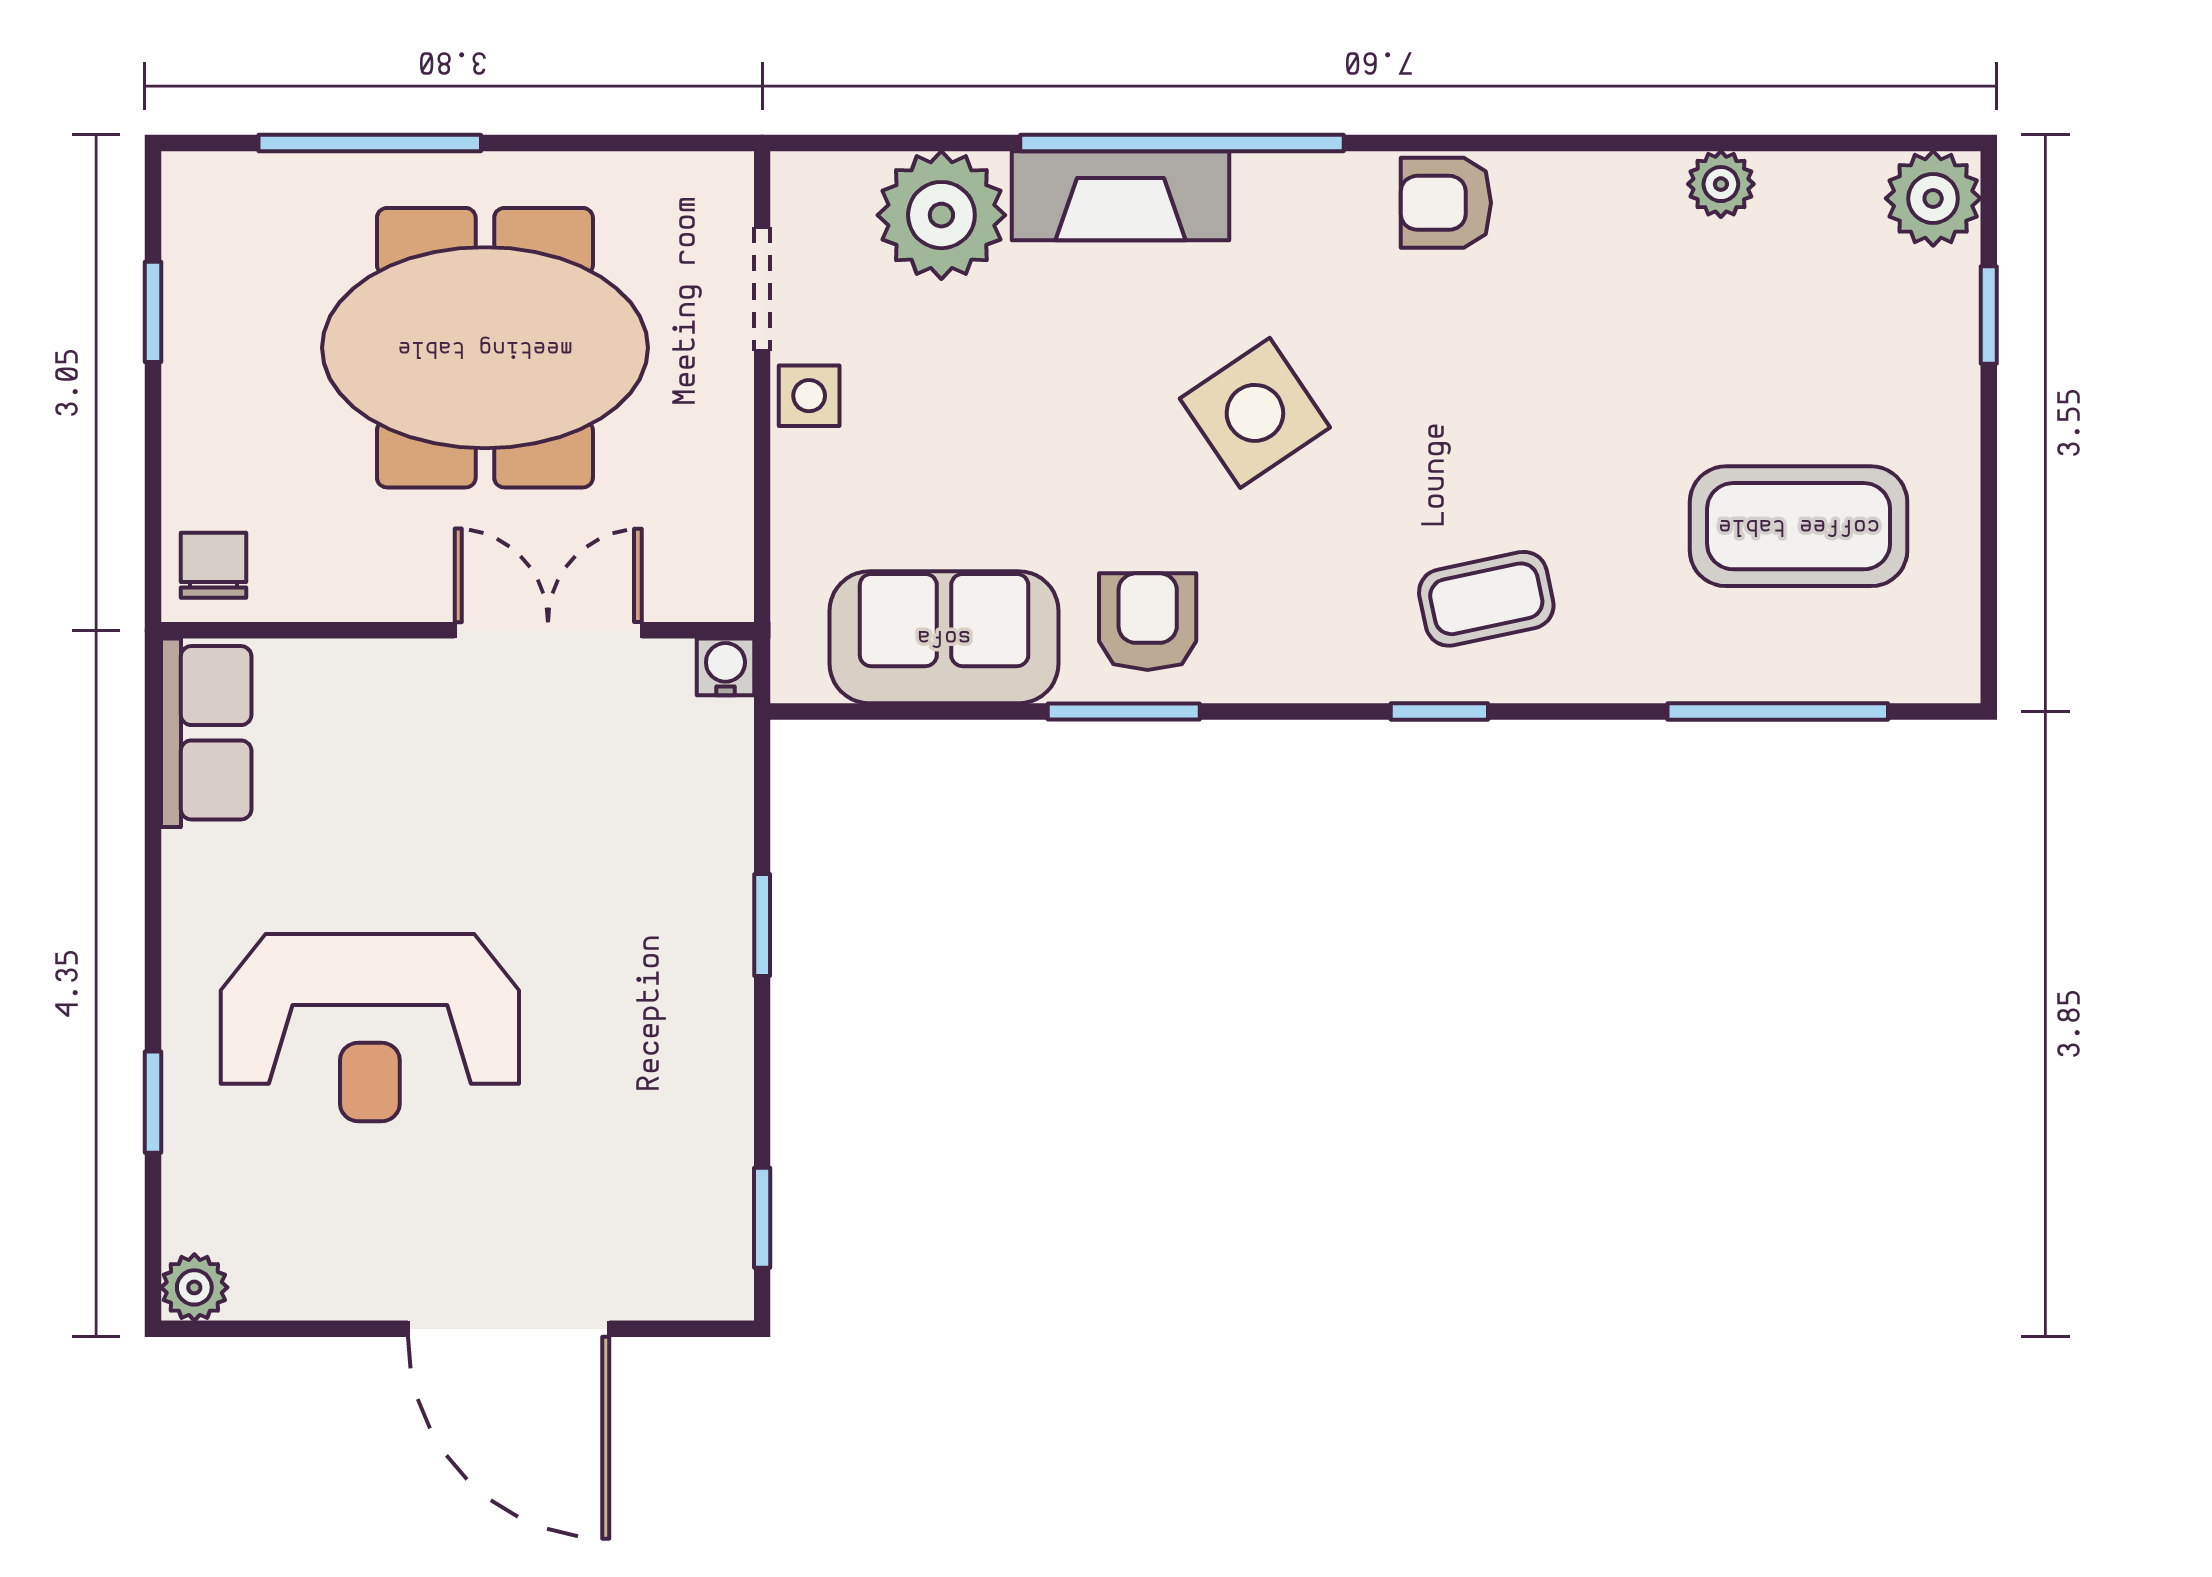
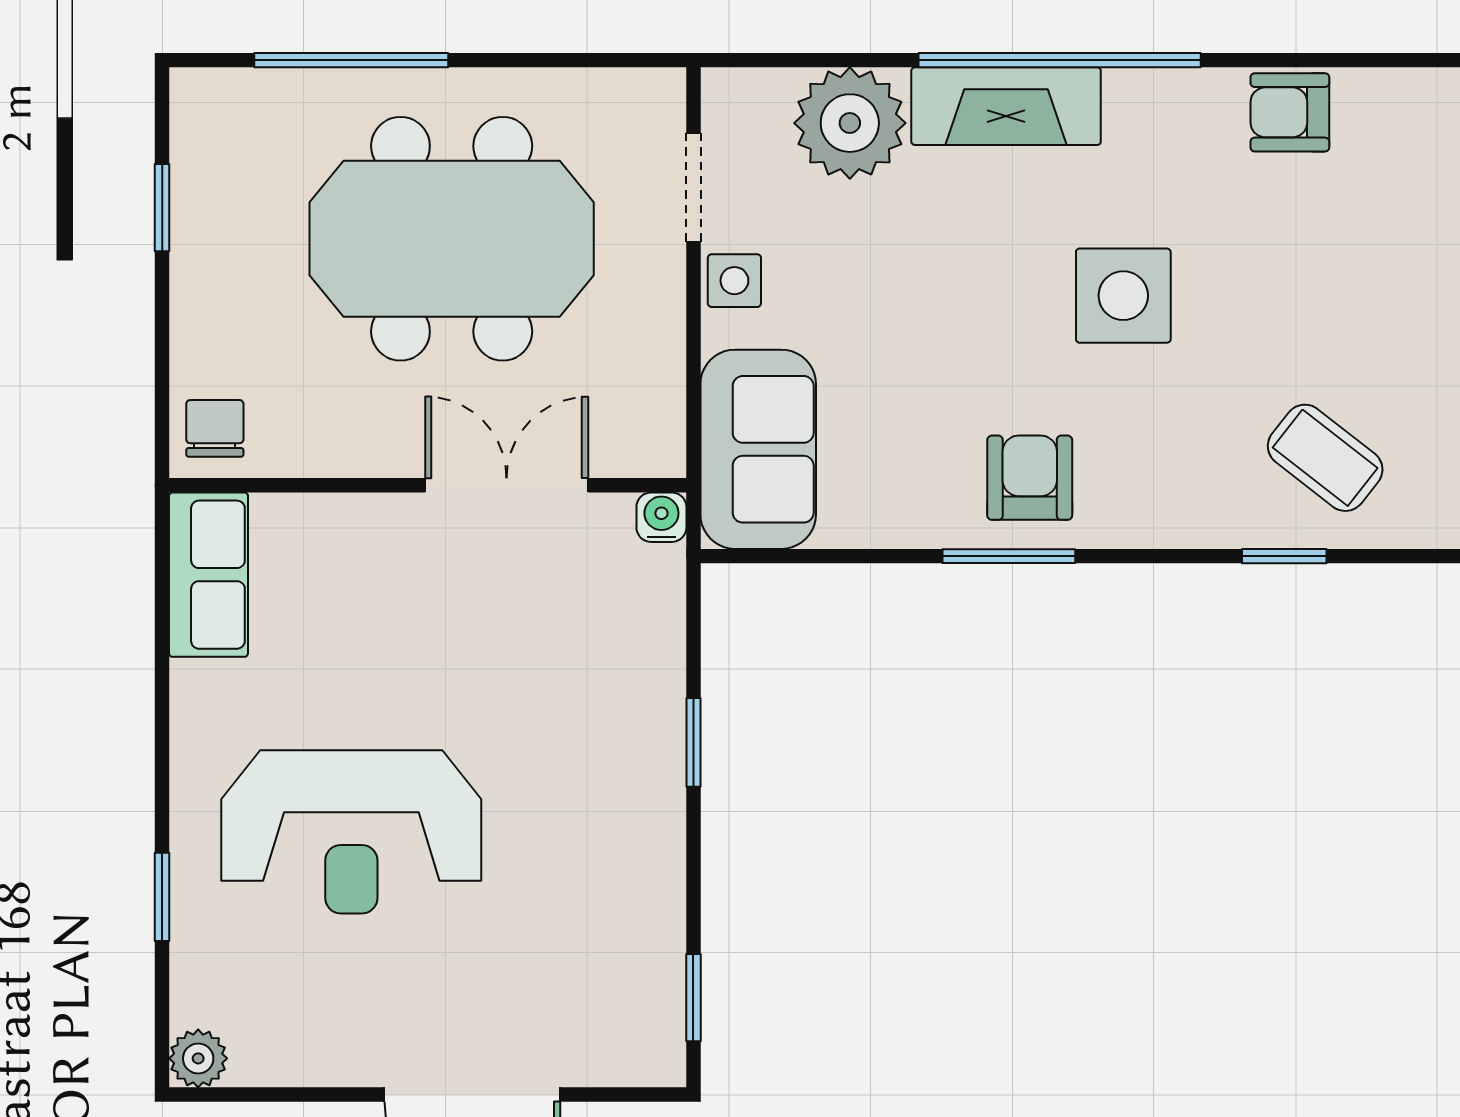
side table: (1255, 413) -> (1123, 296), turned 34
coffee table: (1486, 599) -> (1325, 458), turned 50
sofa: (944, 637) -> (758, 449), moved, turned 90

